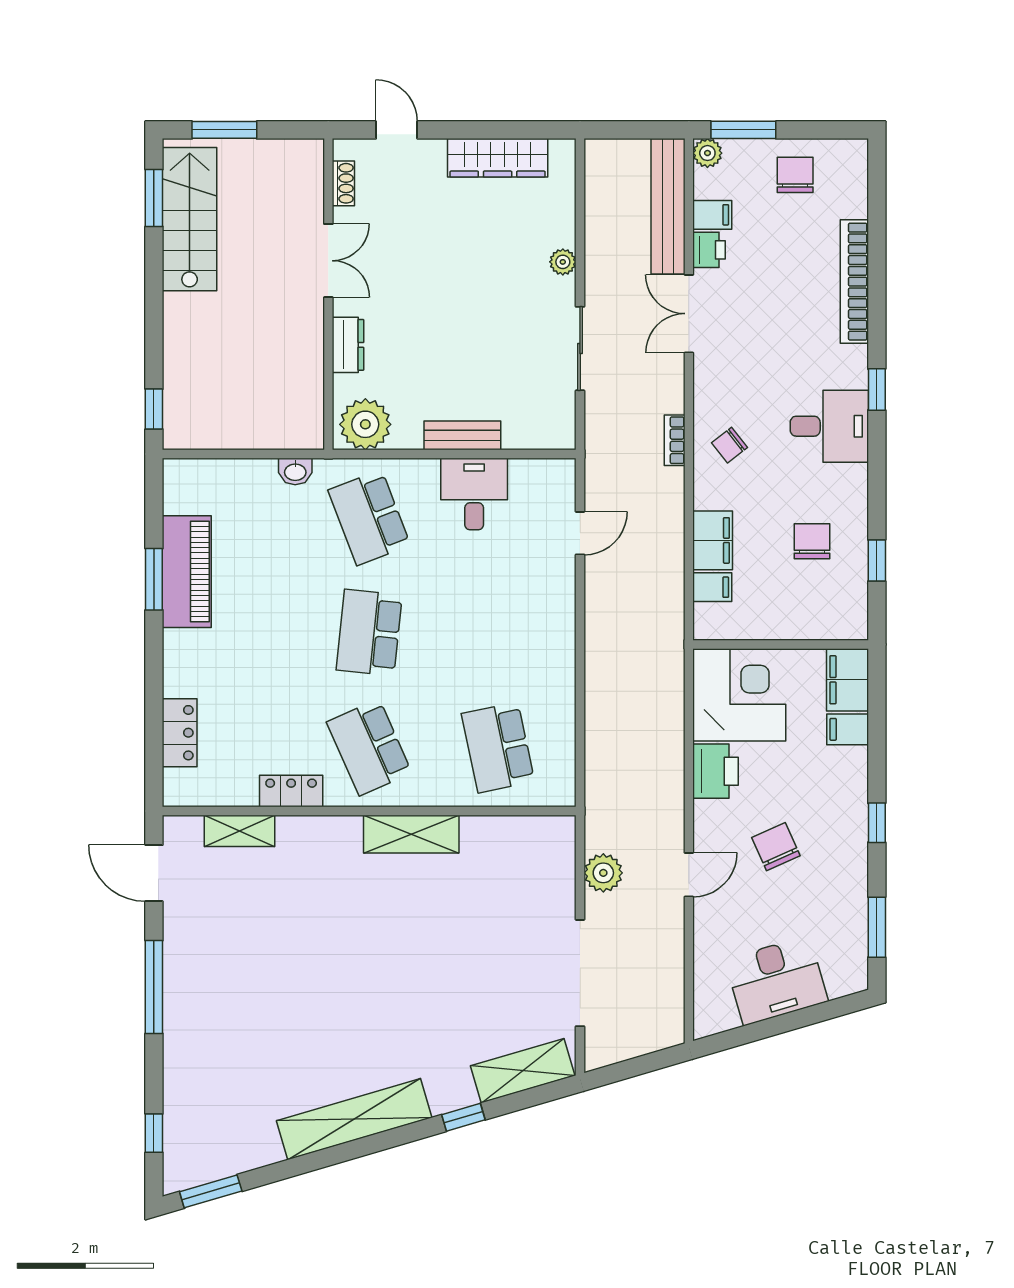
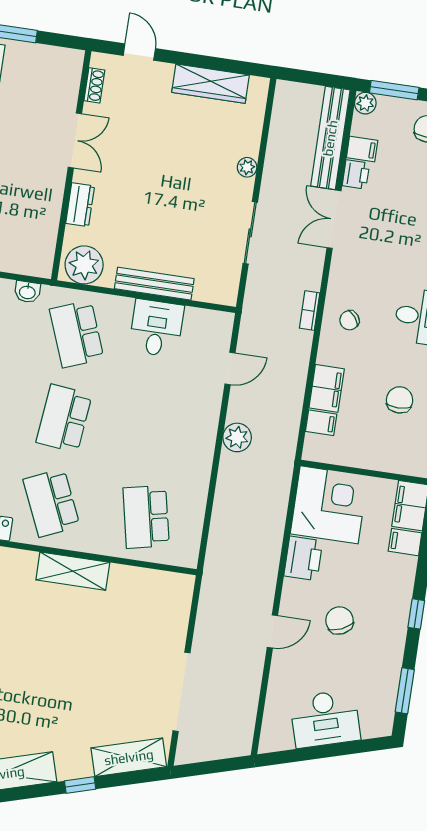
bench: (462, 435) -> (154, 284), width x1.36
plant: (603, 873) -> (237, 437), moved

